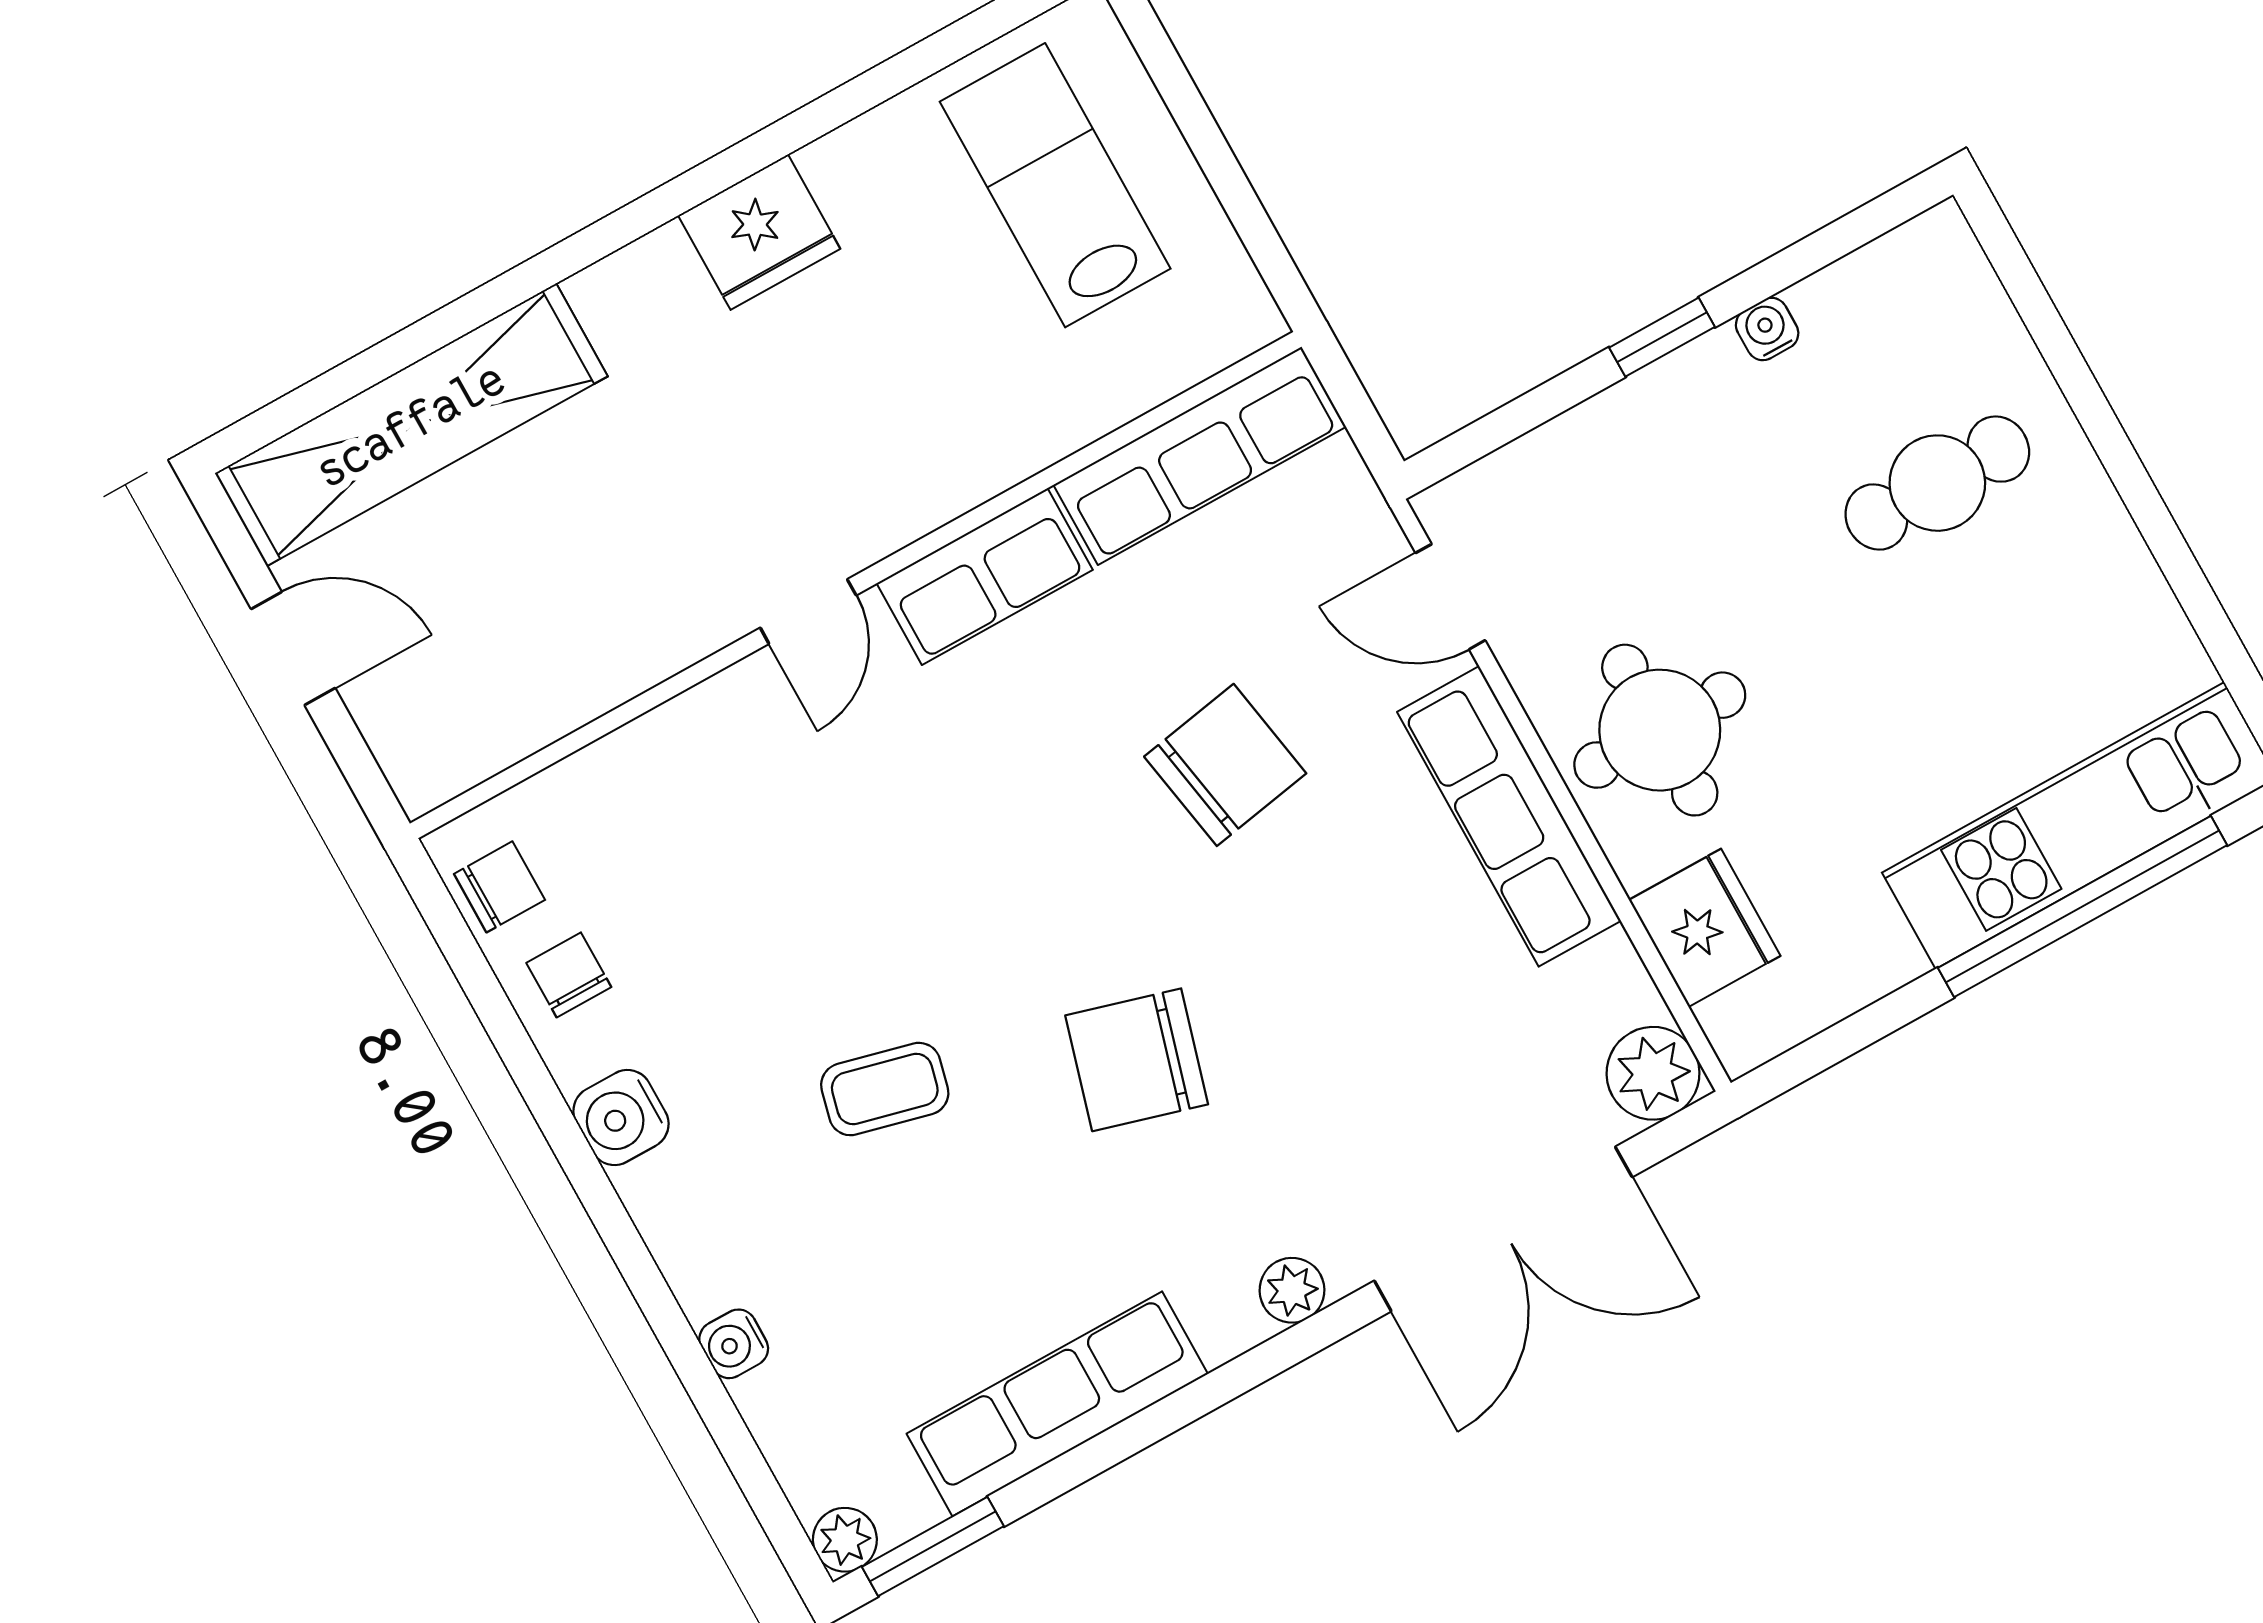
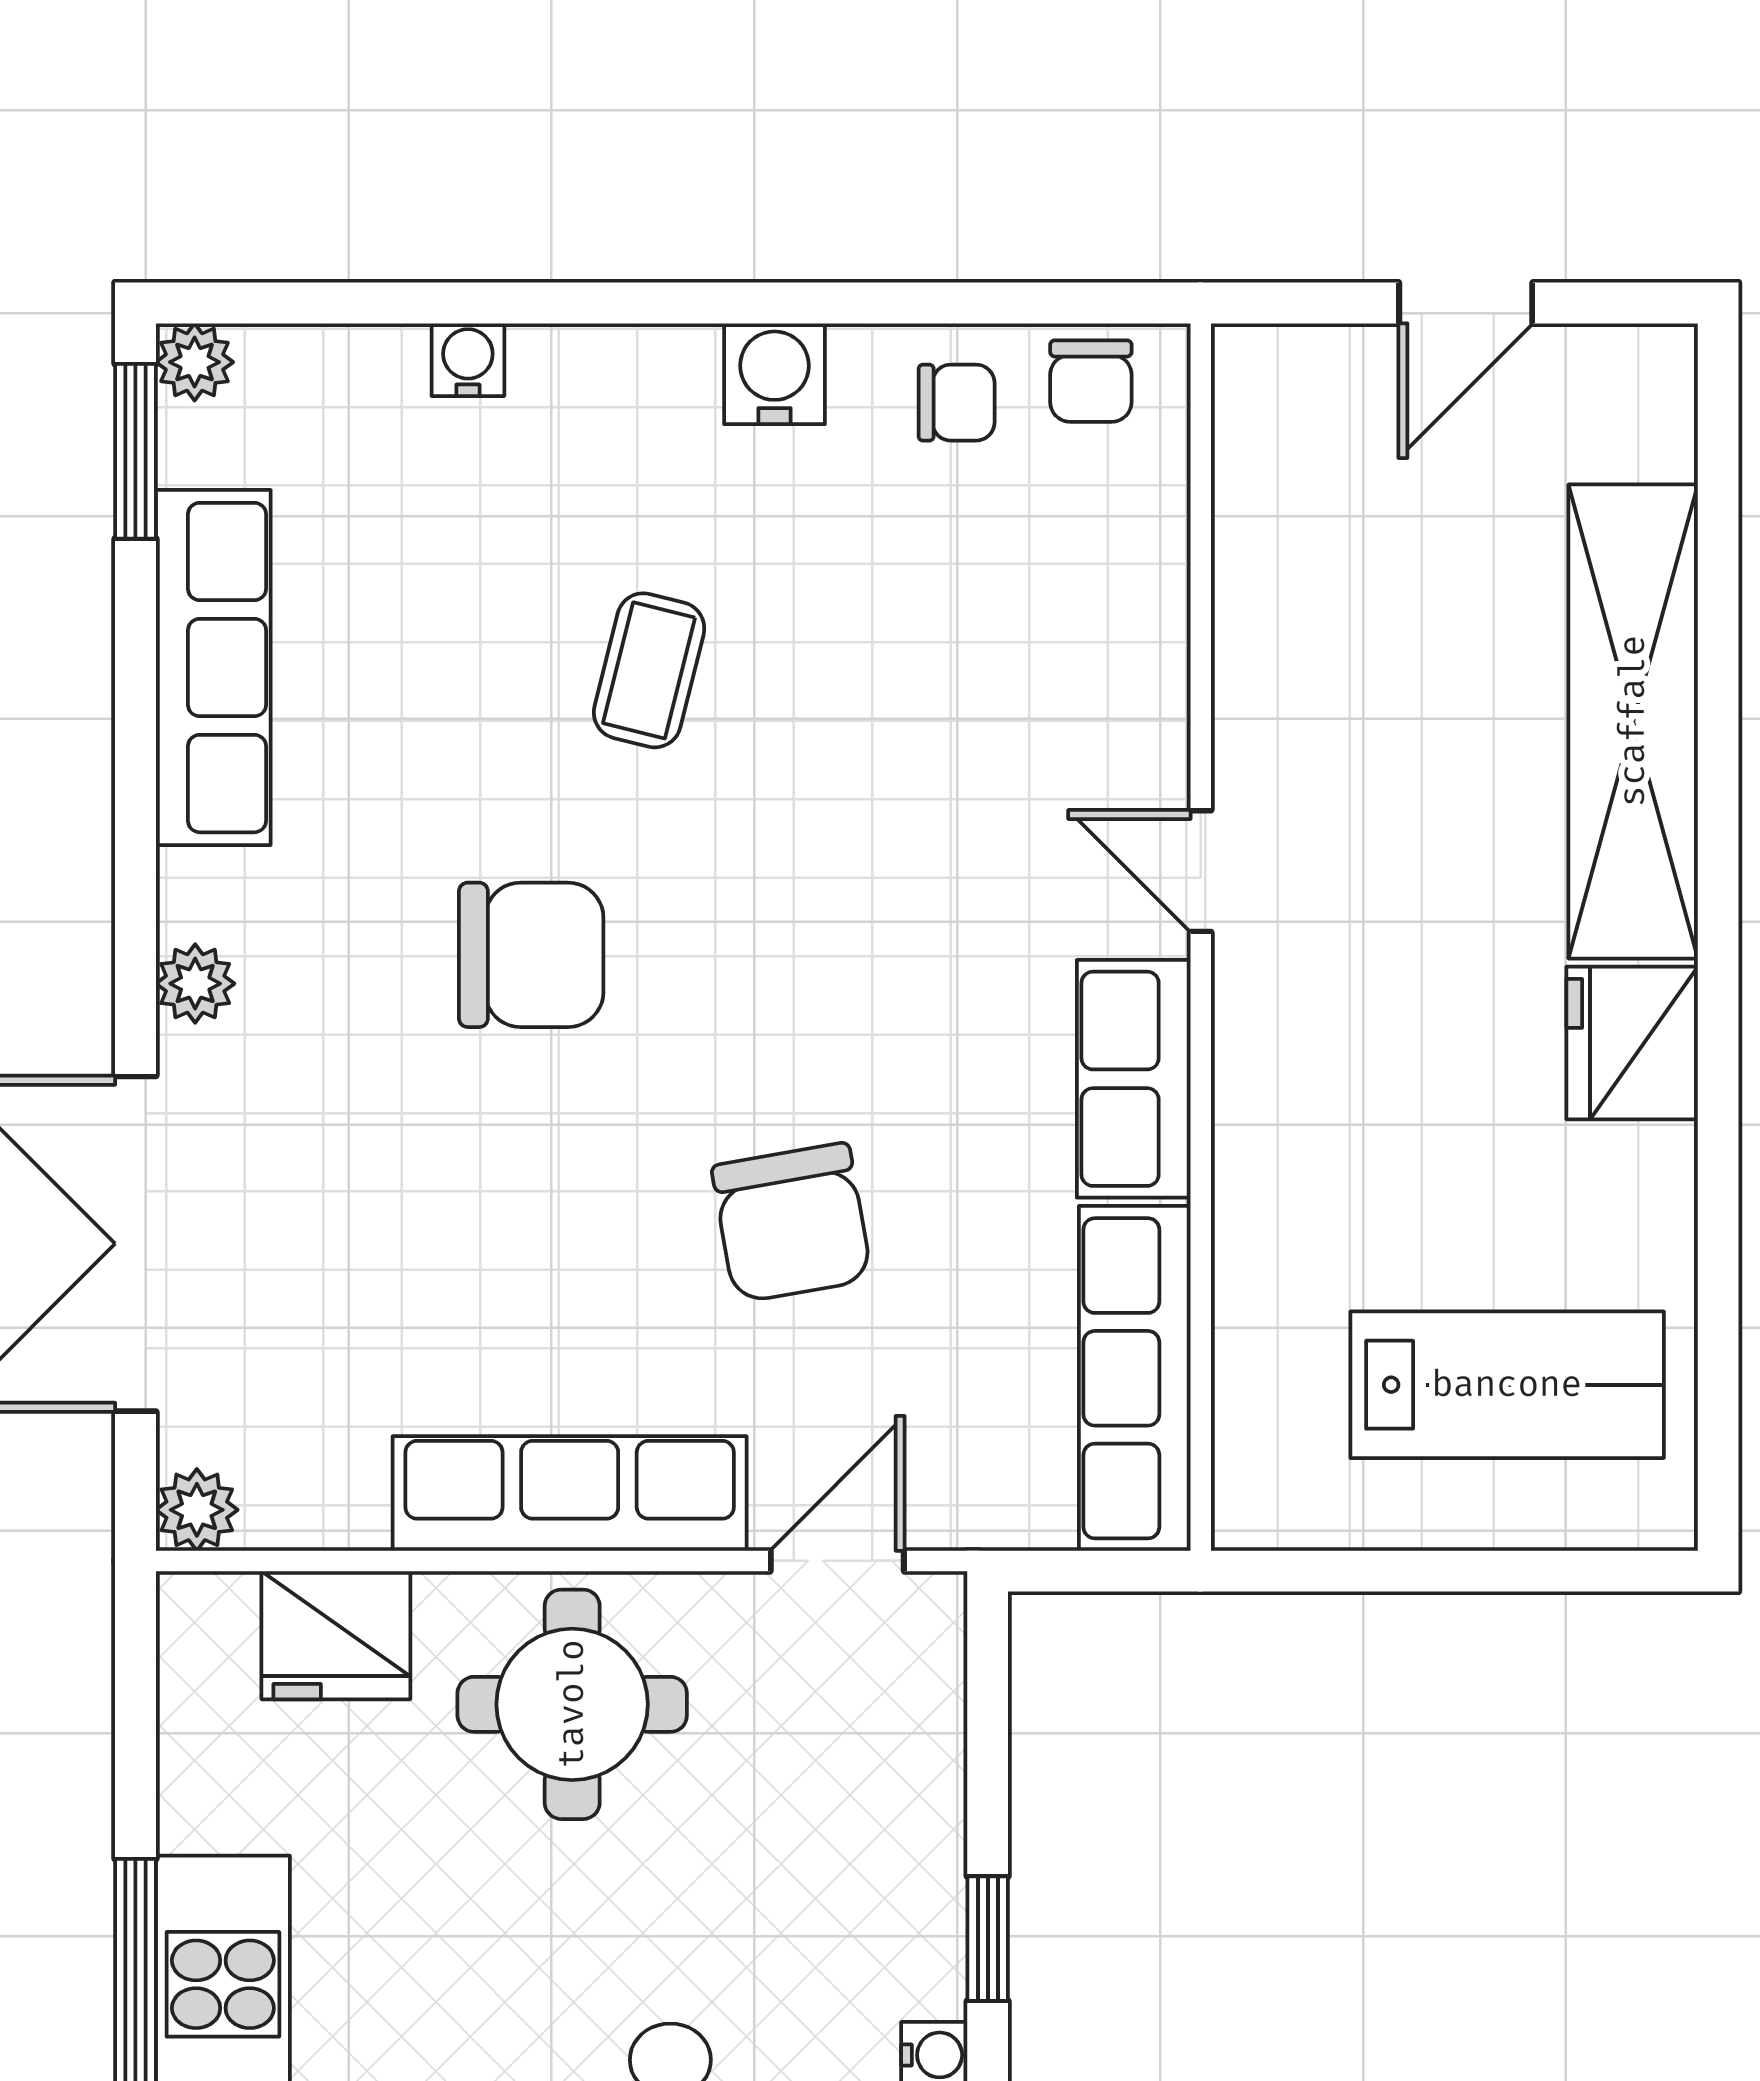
shelving: (411, 425) -> (1633, 721), moved
chair: (1137, 1060) -> (531, 955), turned 74
plant: (1653, 1073) -> (197, 1510), width x0.73, depth x0.73

